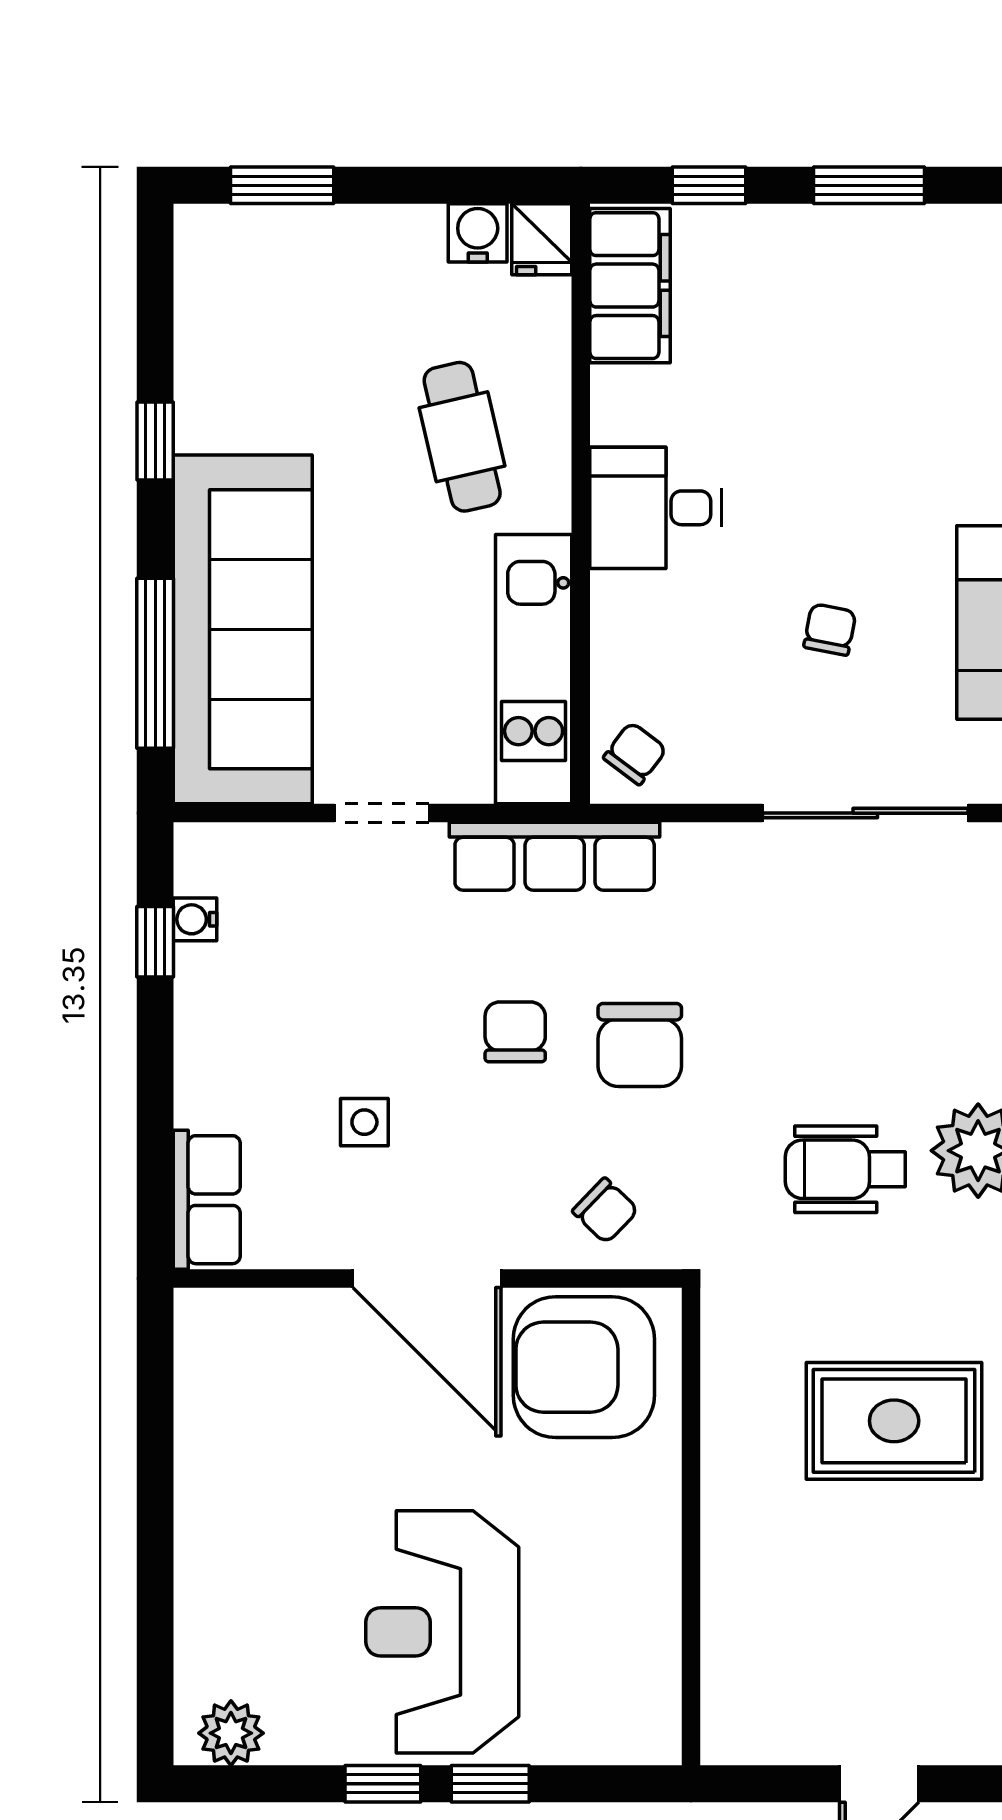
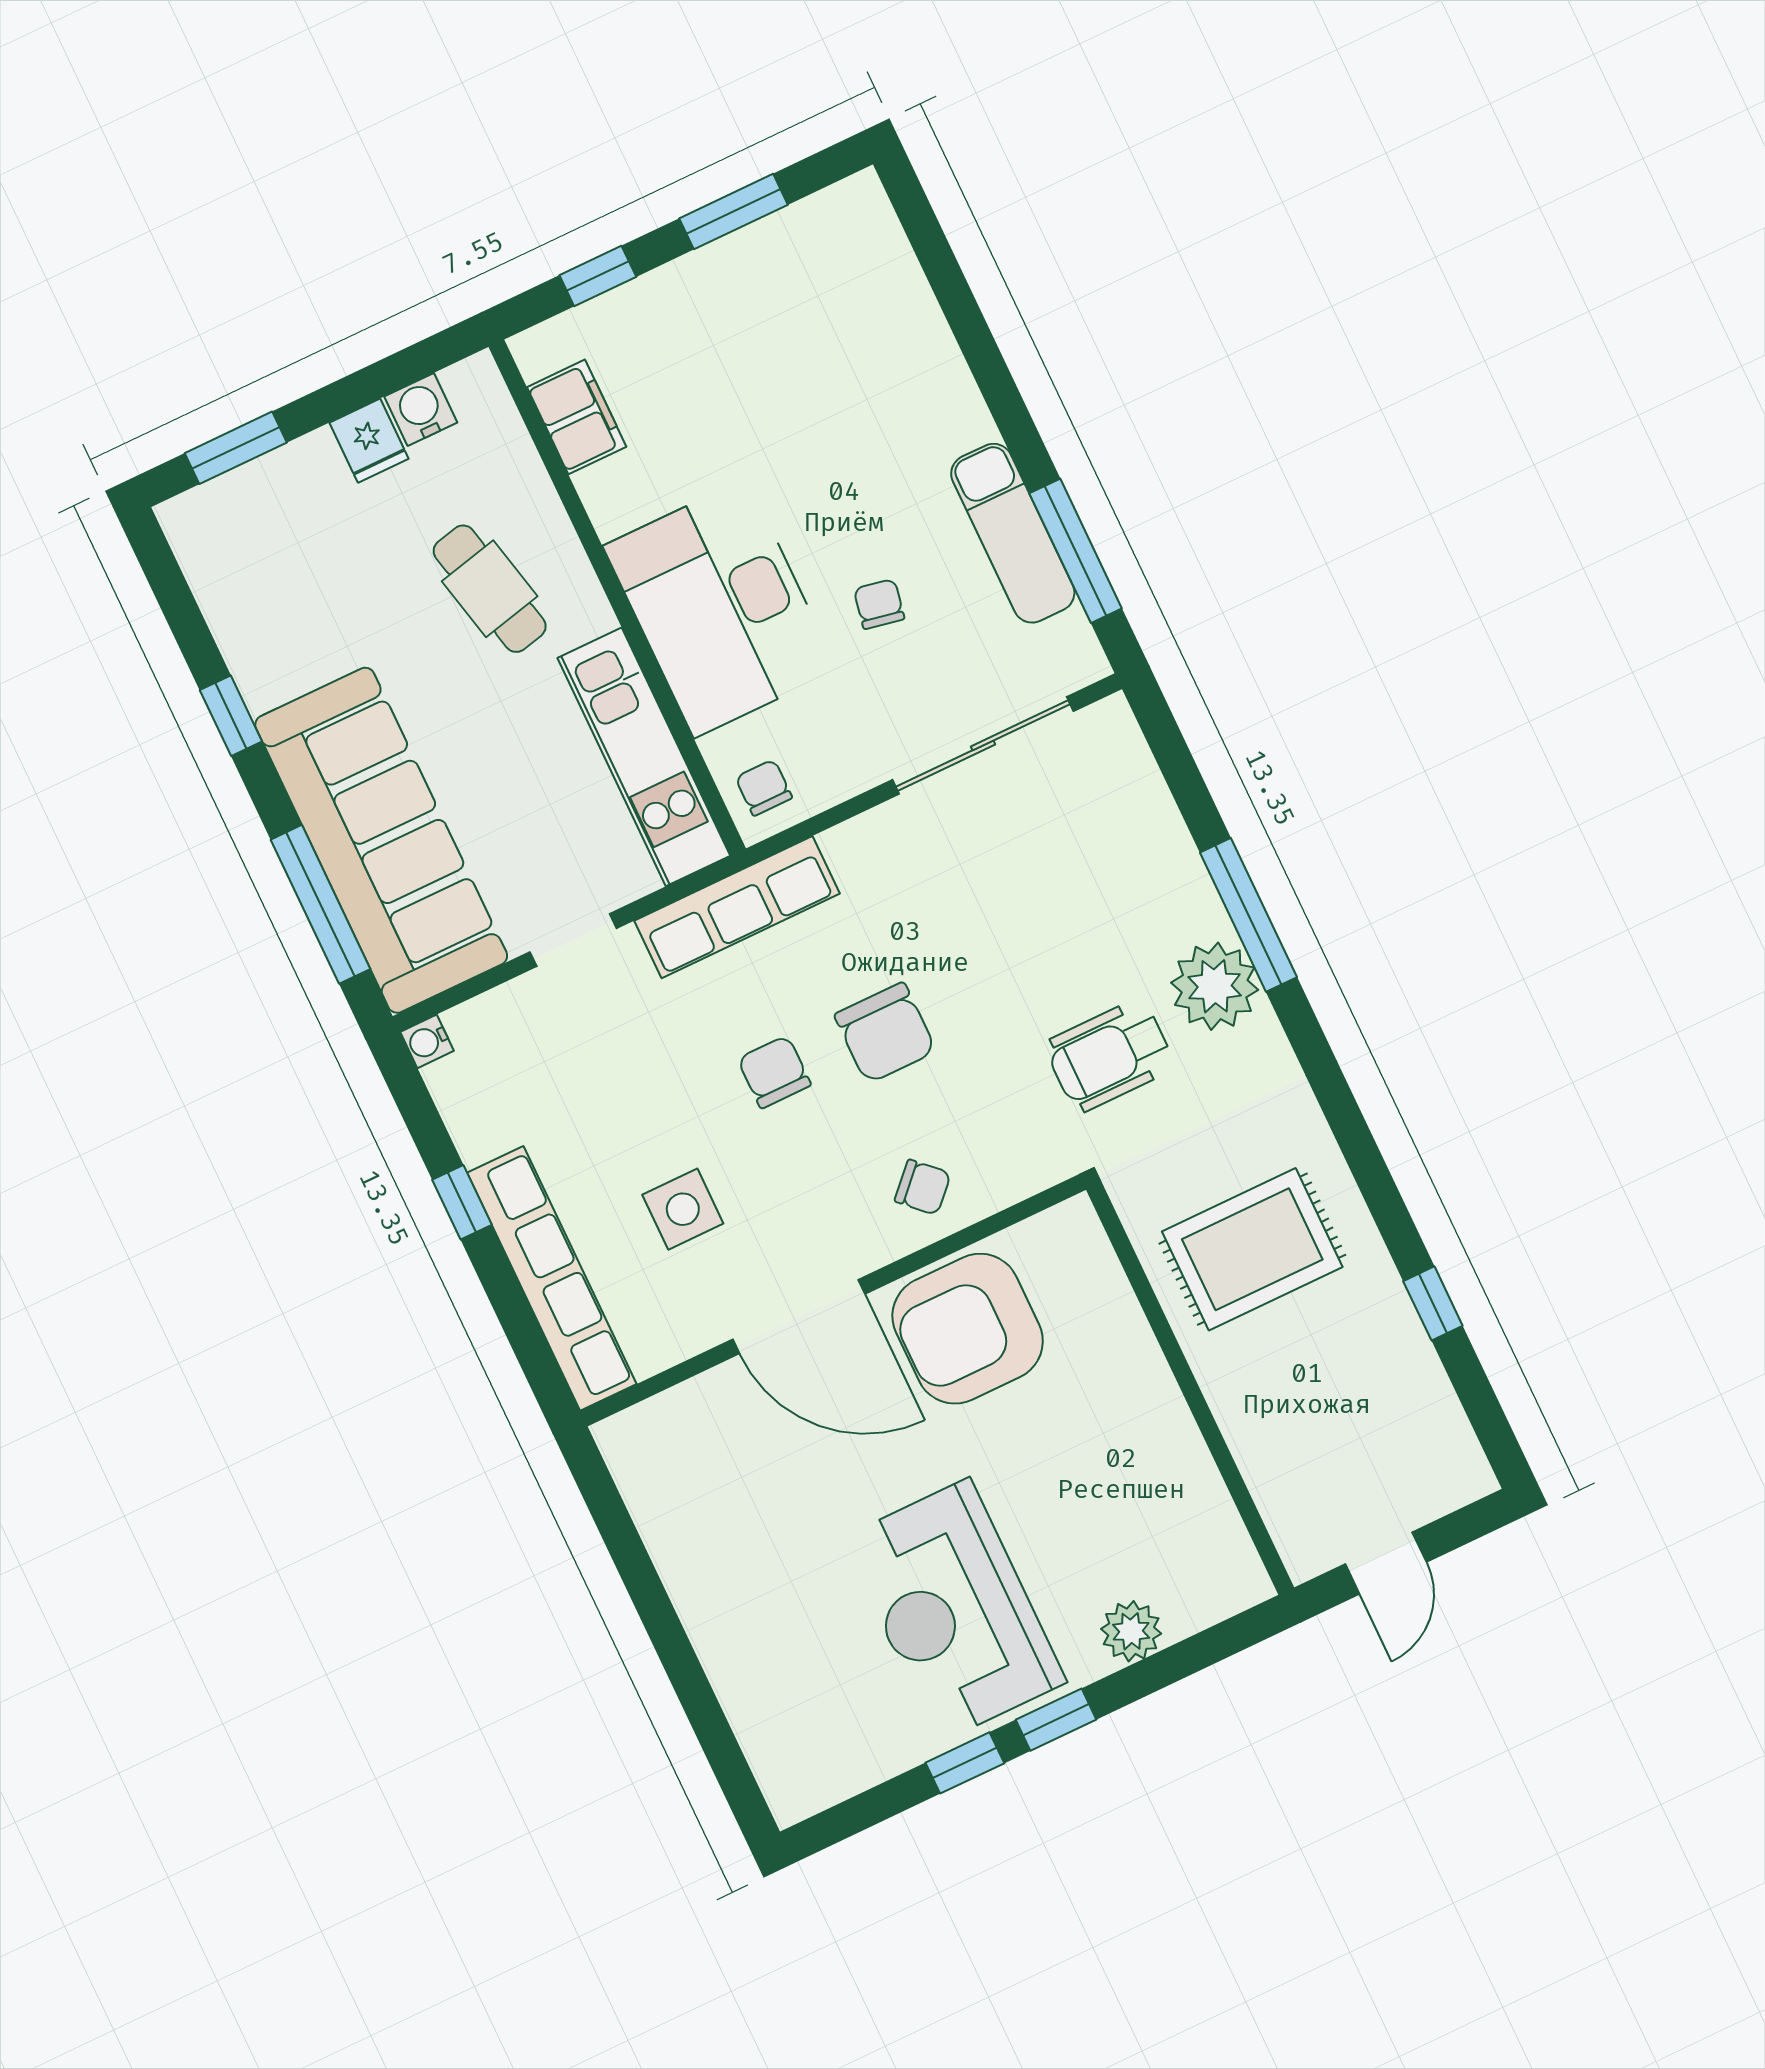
fridge: (542, 239) -> (369, 441), moved
filing cabinet: (630, 286) -> (577, 417), width x0.67, depth x0.86
desk: (655, 508) -> (720, 608), width x1.87, depth x1.30
chair: (635, 753) -> (764, 788), turned -37
water cooler: (195, 919) -> (427, 1041), moved
window: (155, 942) -> (462, 1202), moved
side table: (364, 1122) -> (683, 1209), width x1.37, depth x1.37
row of seats: (207, 1200) -> (552, 1278), width x2.02
wall: (691, 1527) -> (1190, 1389), moved
plant: (231, 1733) -> (1131, 1631), moved

